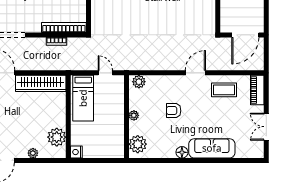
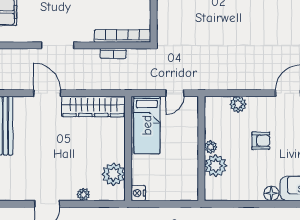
door: (105, 73) -> (175, 93), swing flipped
plant: (139, 82) -> (238, 104), moved
armchair: (174, 111) -> (261, 141), turned 180
plant: (138, 144) -> (216, 166), moved

